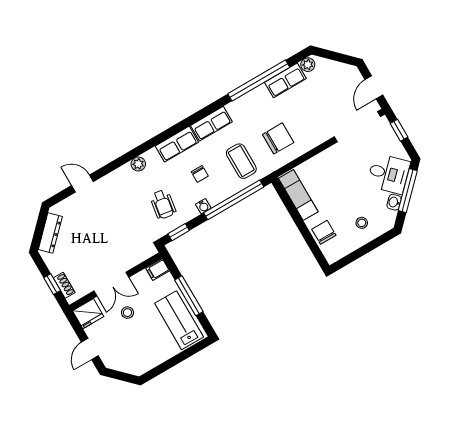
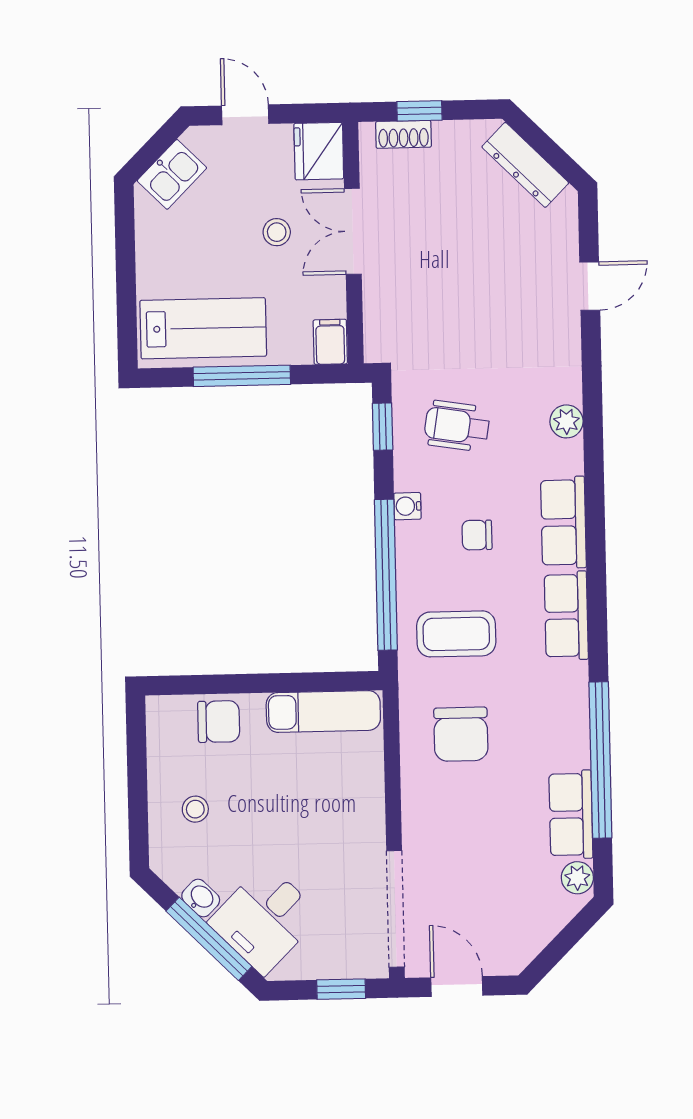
kitchen sink: (128, 364) -> (172, 174), added

